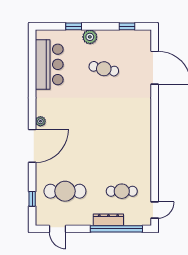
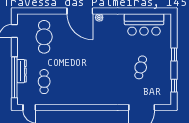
window: (74, 26) -> (174, 55), moved
plant: (90, 37) -> (166, 56), removed
window: (32, 199) -> (38, 11), removed

